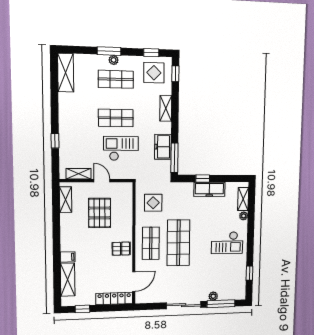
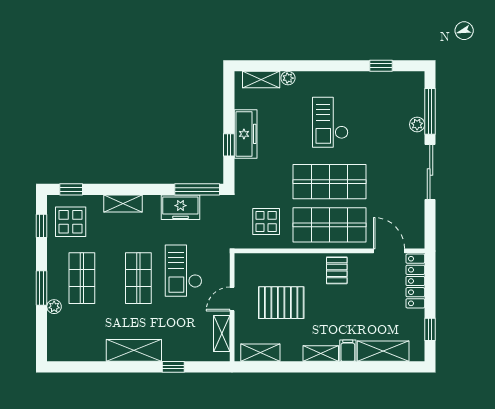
plant: (114, 60) -> (54, 307), moved
shelving: (66, 73) -> (134, 350), moved
shelving: (66, 239) -> (321, 354), added
shop shelf: (151, 243) -> (329, 225), width x1.43, depth x1.36
checkout: (227, 243) -> (330, 122), moved, turned 180

